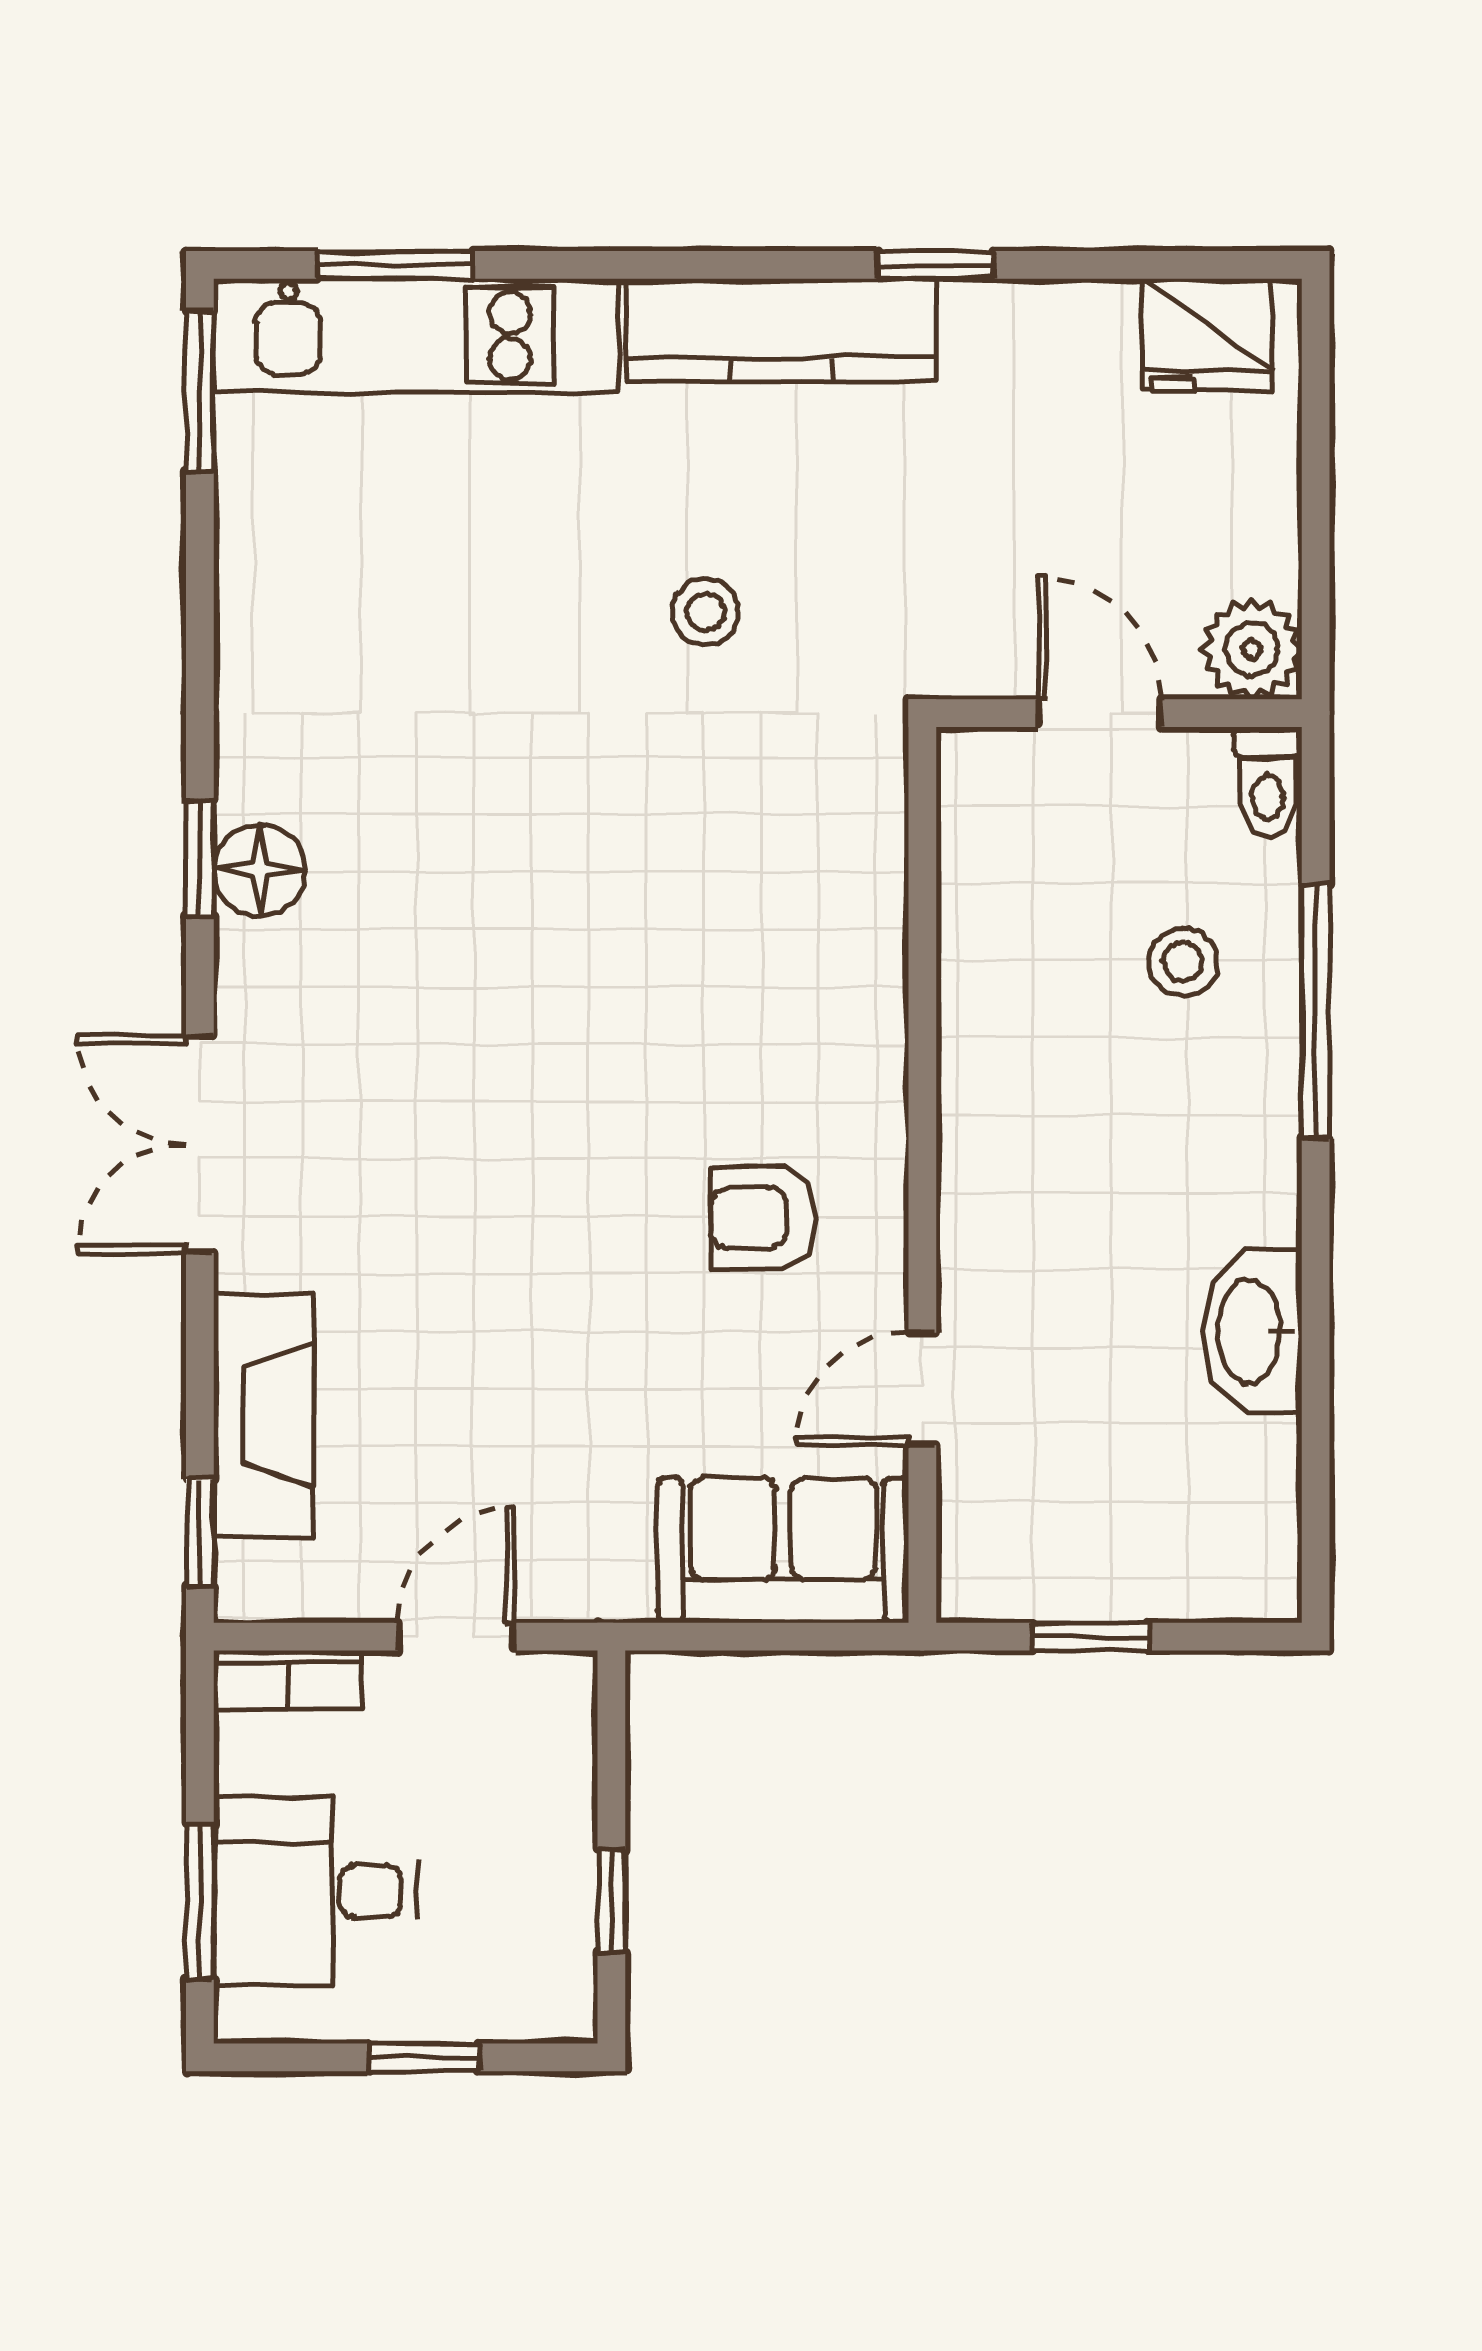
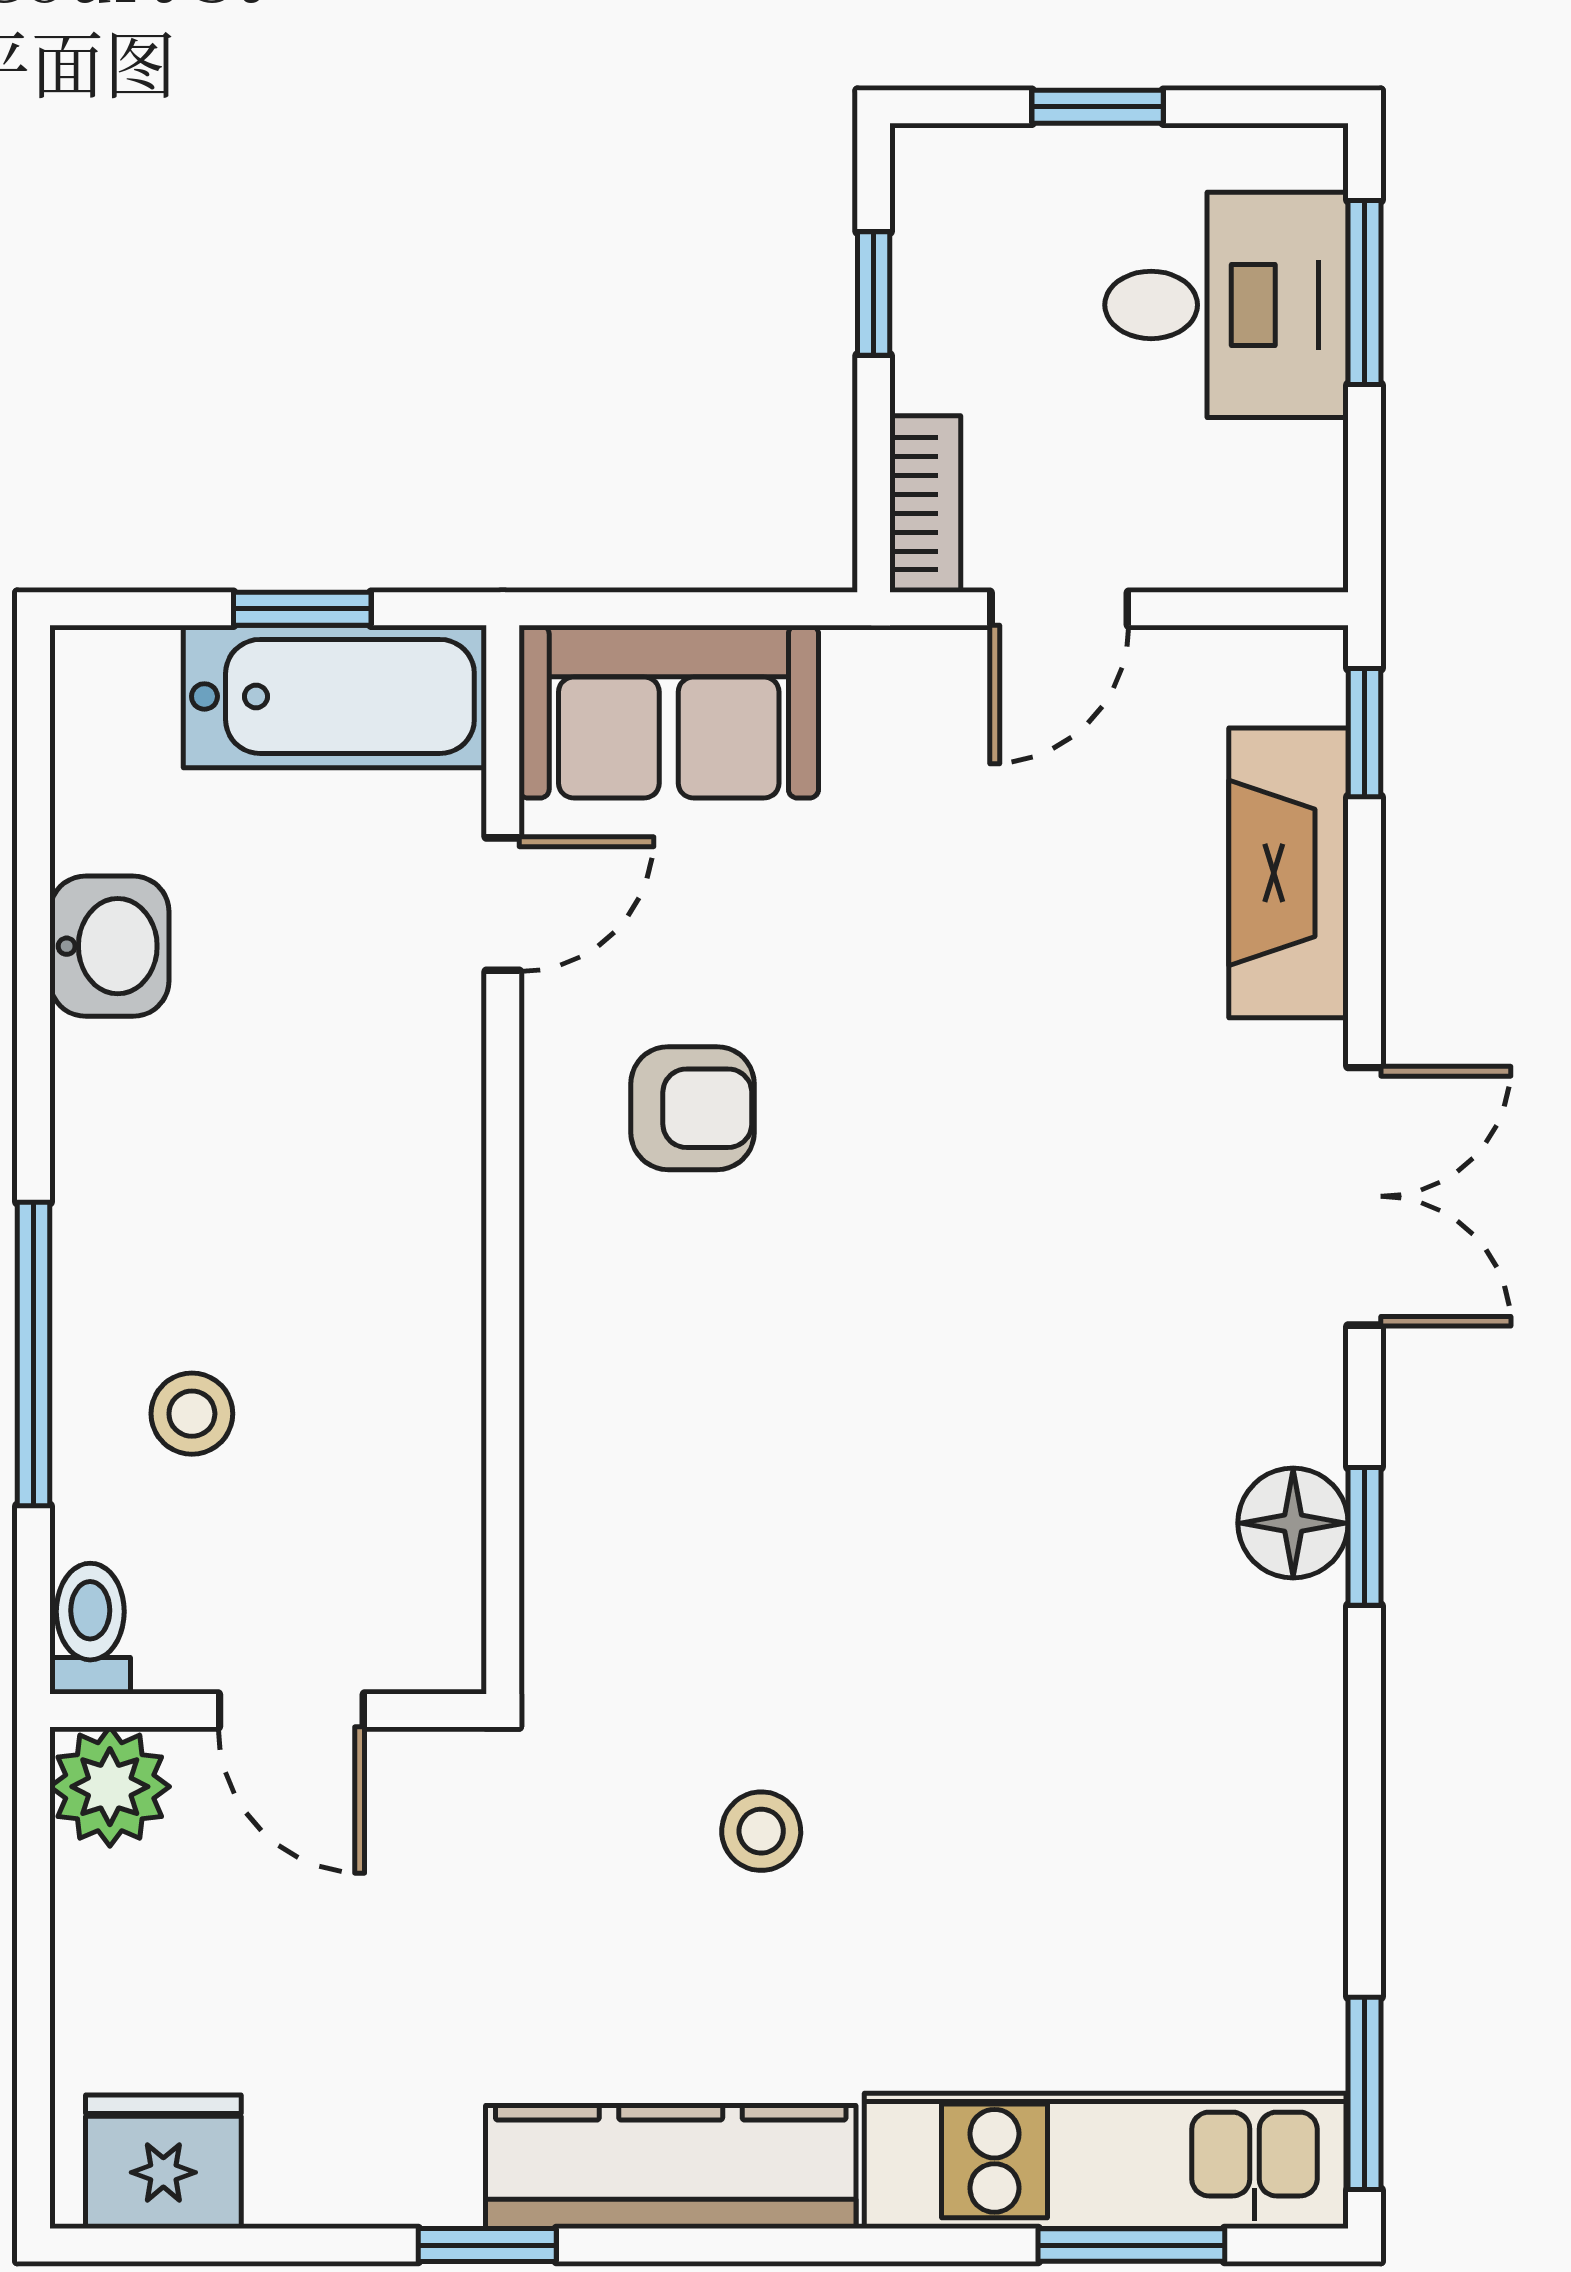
washbasin: (1252, 1331) -> (109, 946), width x0.72
bathtub: (1063, 1563) -> (335, 696), added
bookcase: (288, 1680) -> (925, 504), moved, turned 90

